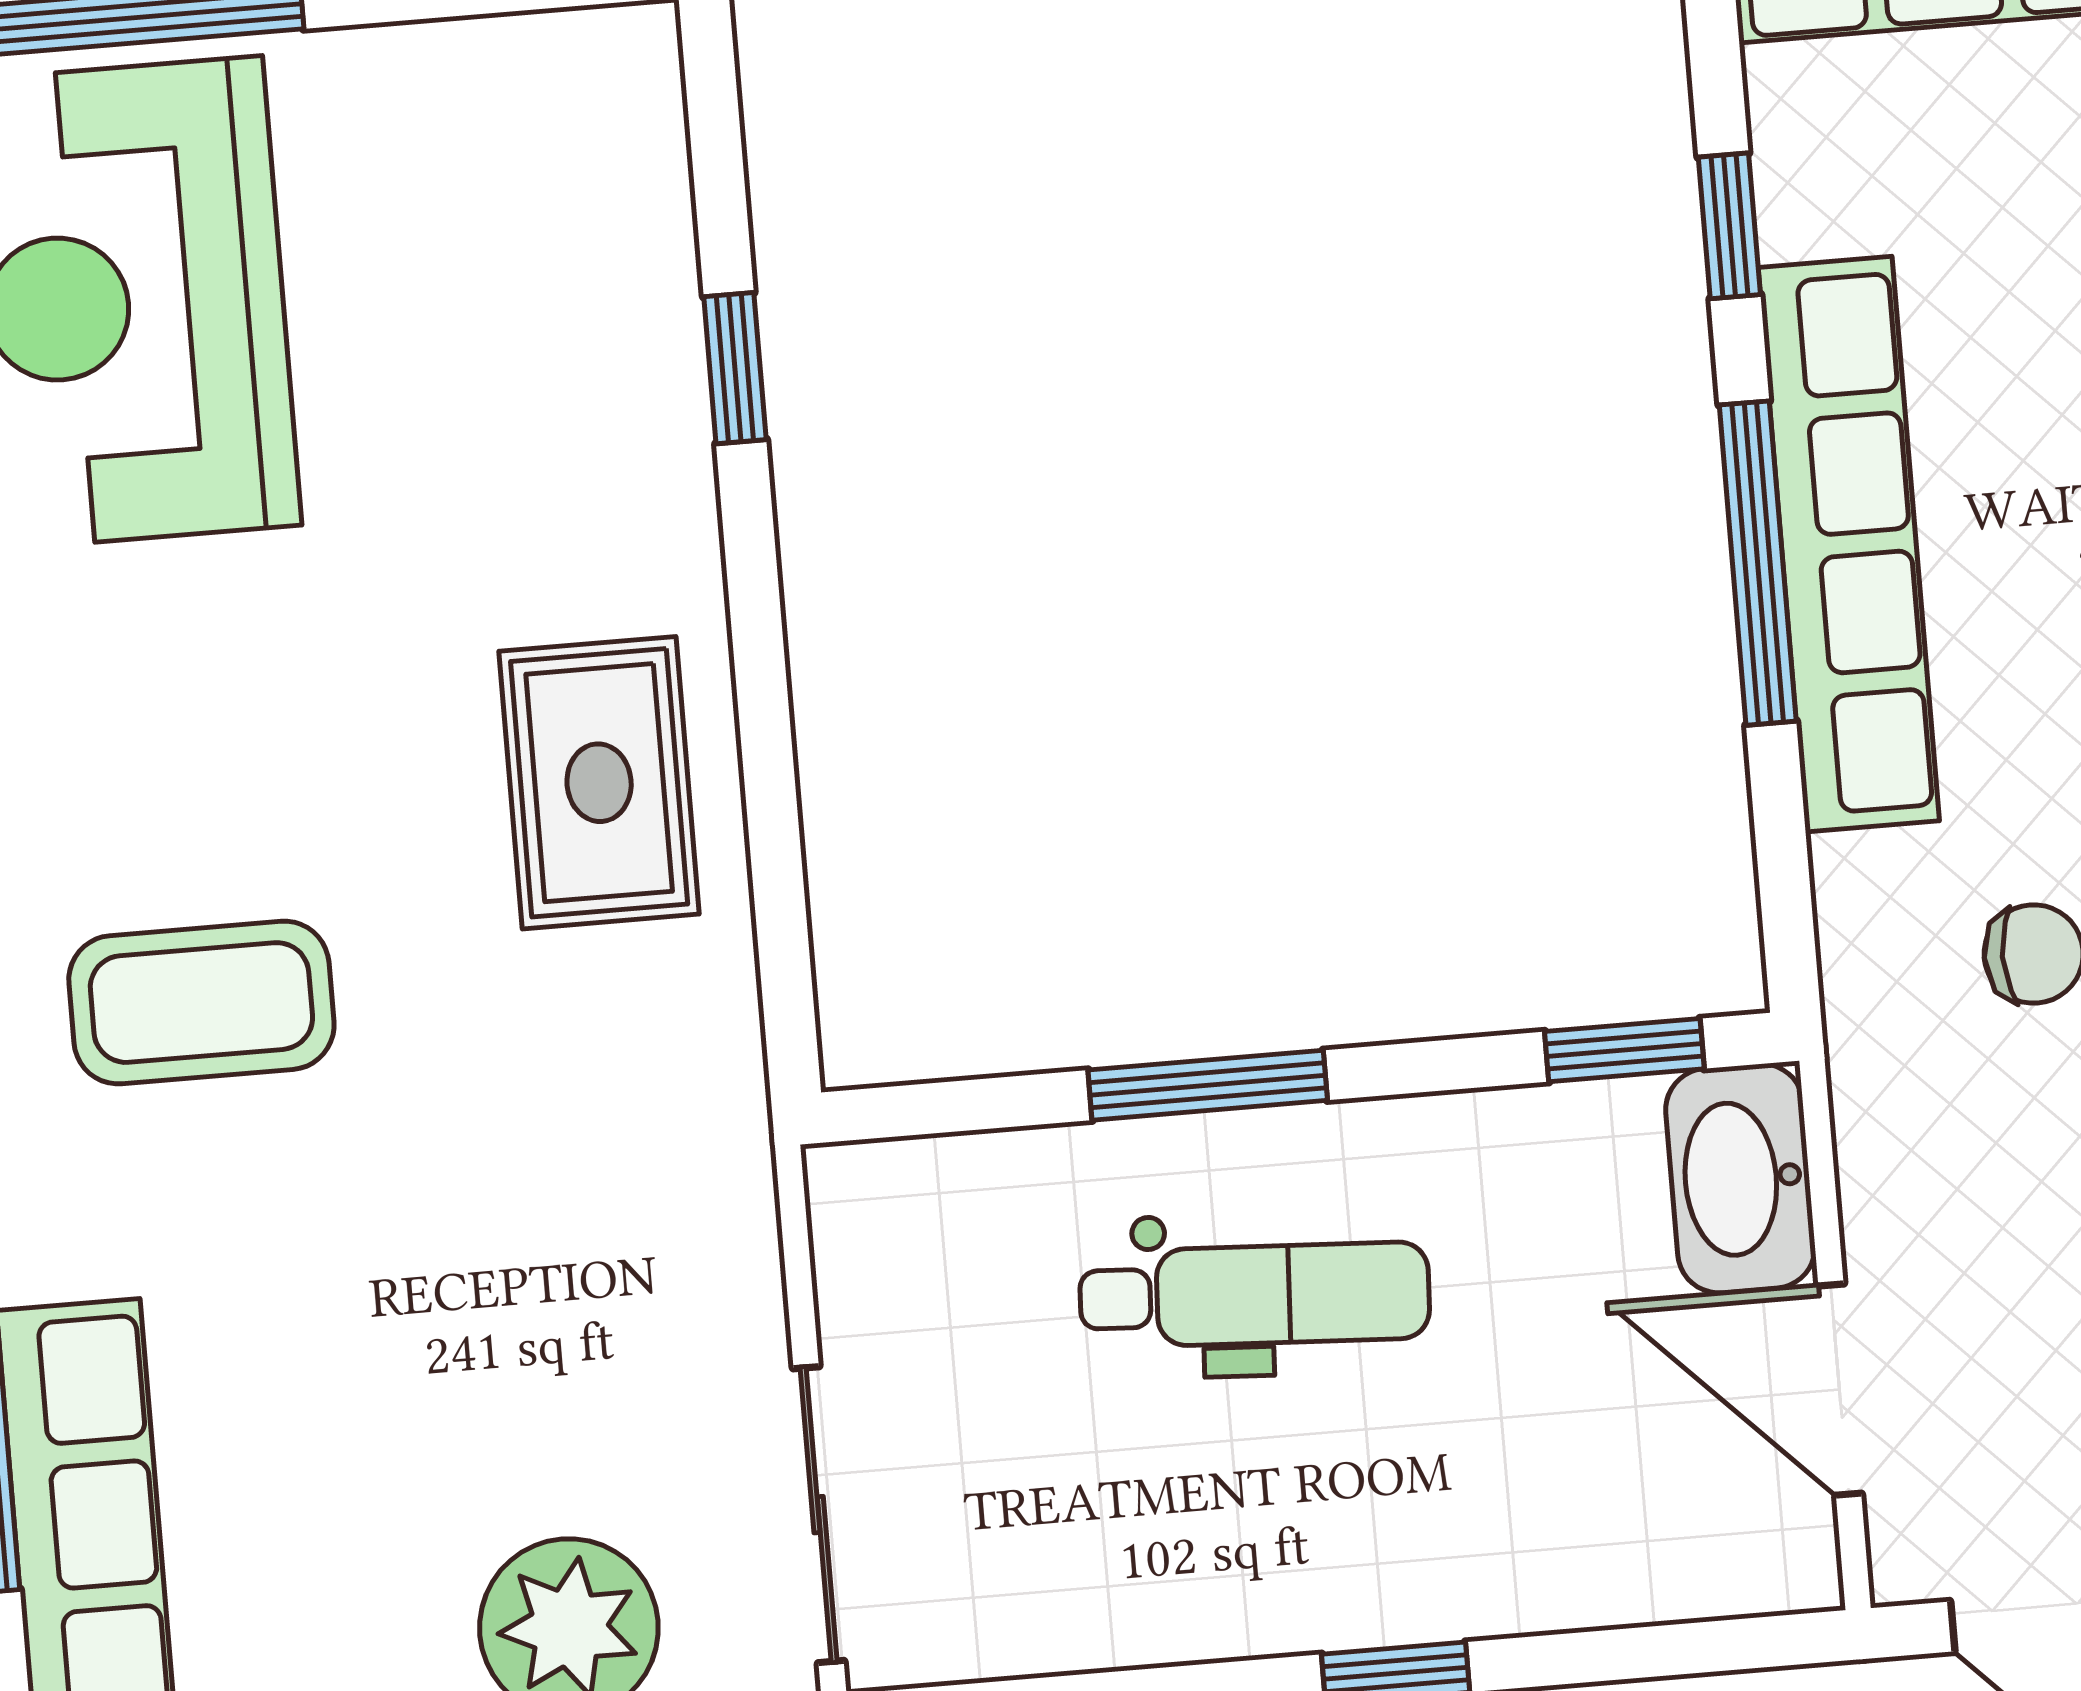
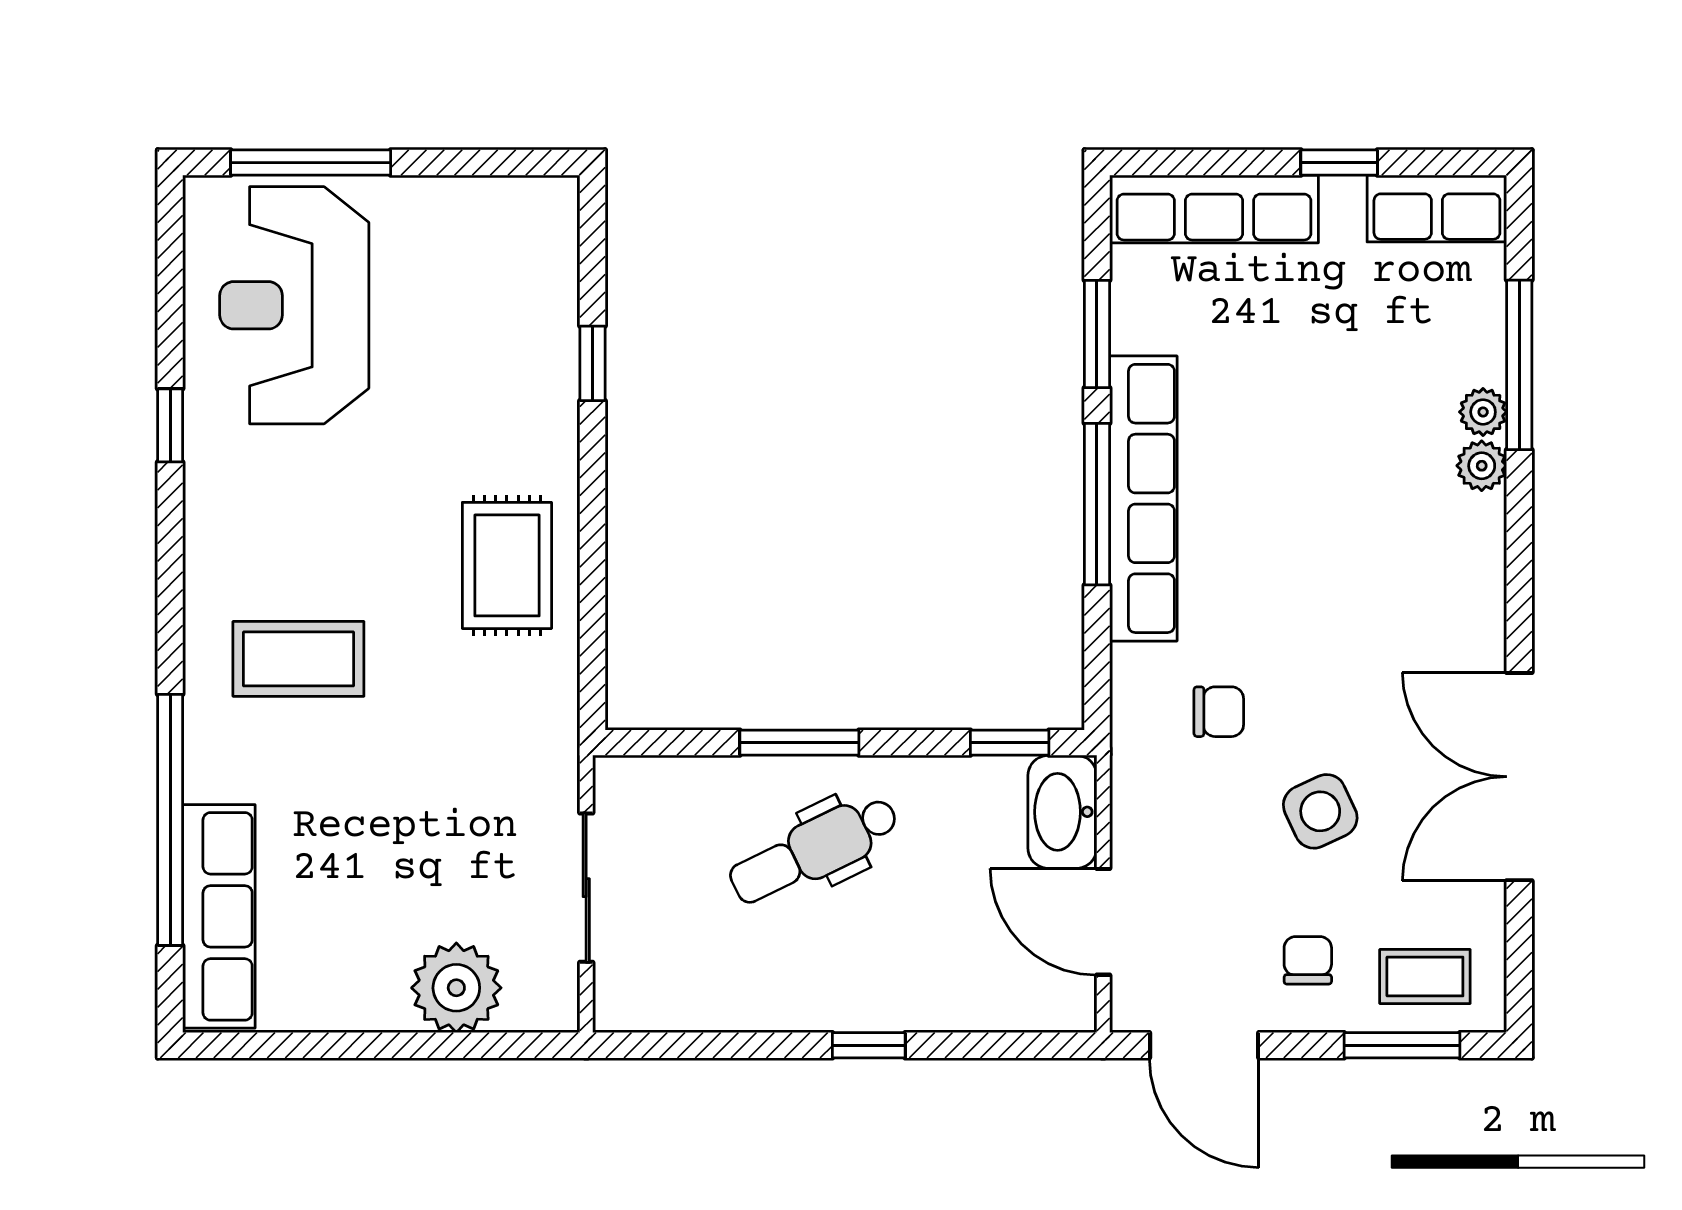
window: (1729, 226) -> (1097, 334), width x1.50
dental chair: (1255, 1295) -> (814, 850), turned 151
sliding door: (819, 1515) -> (586, 888), moved

